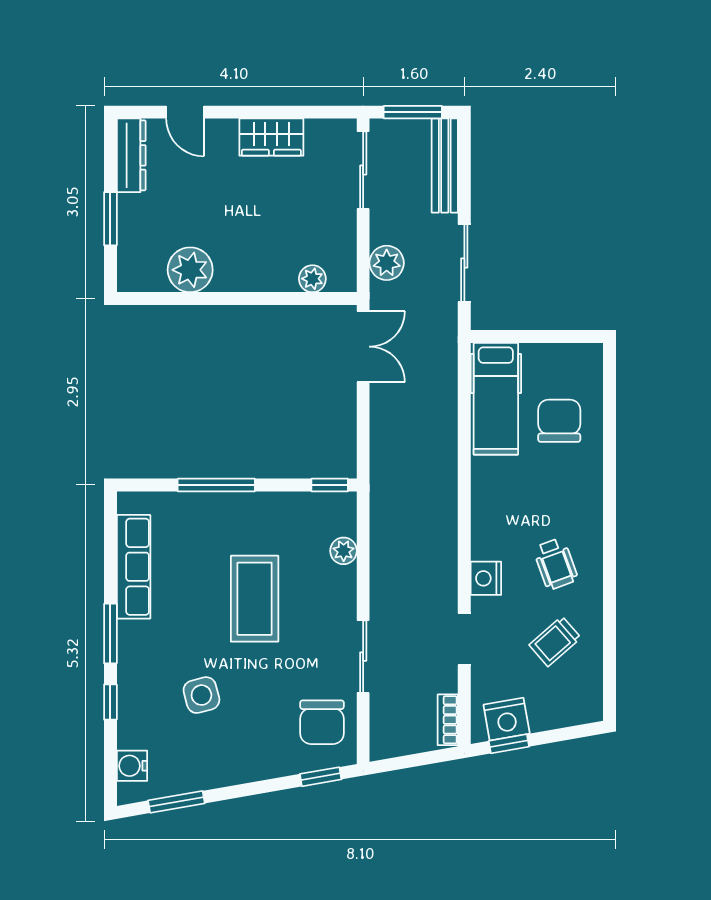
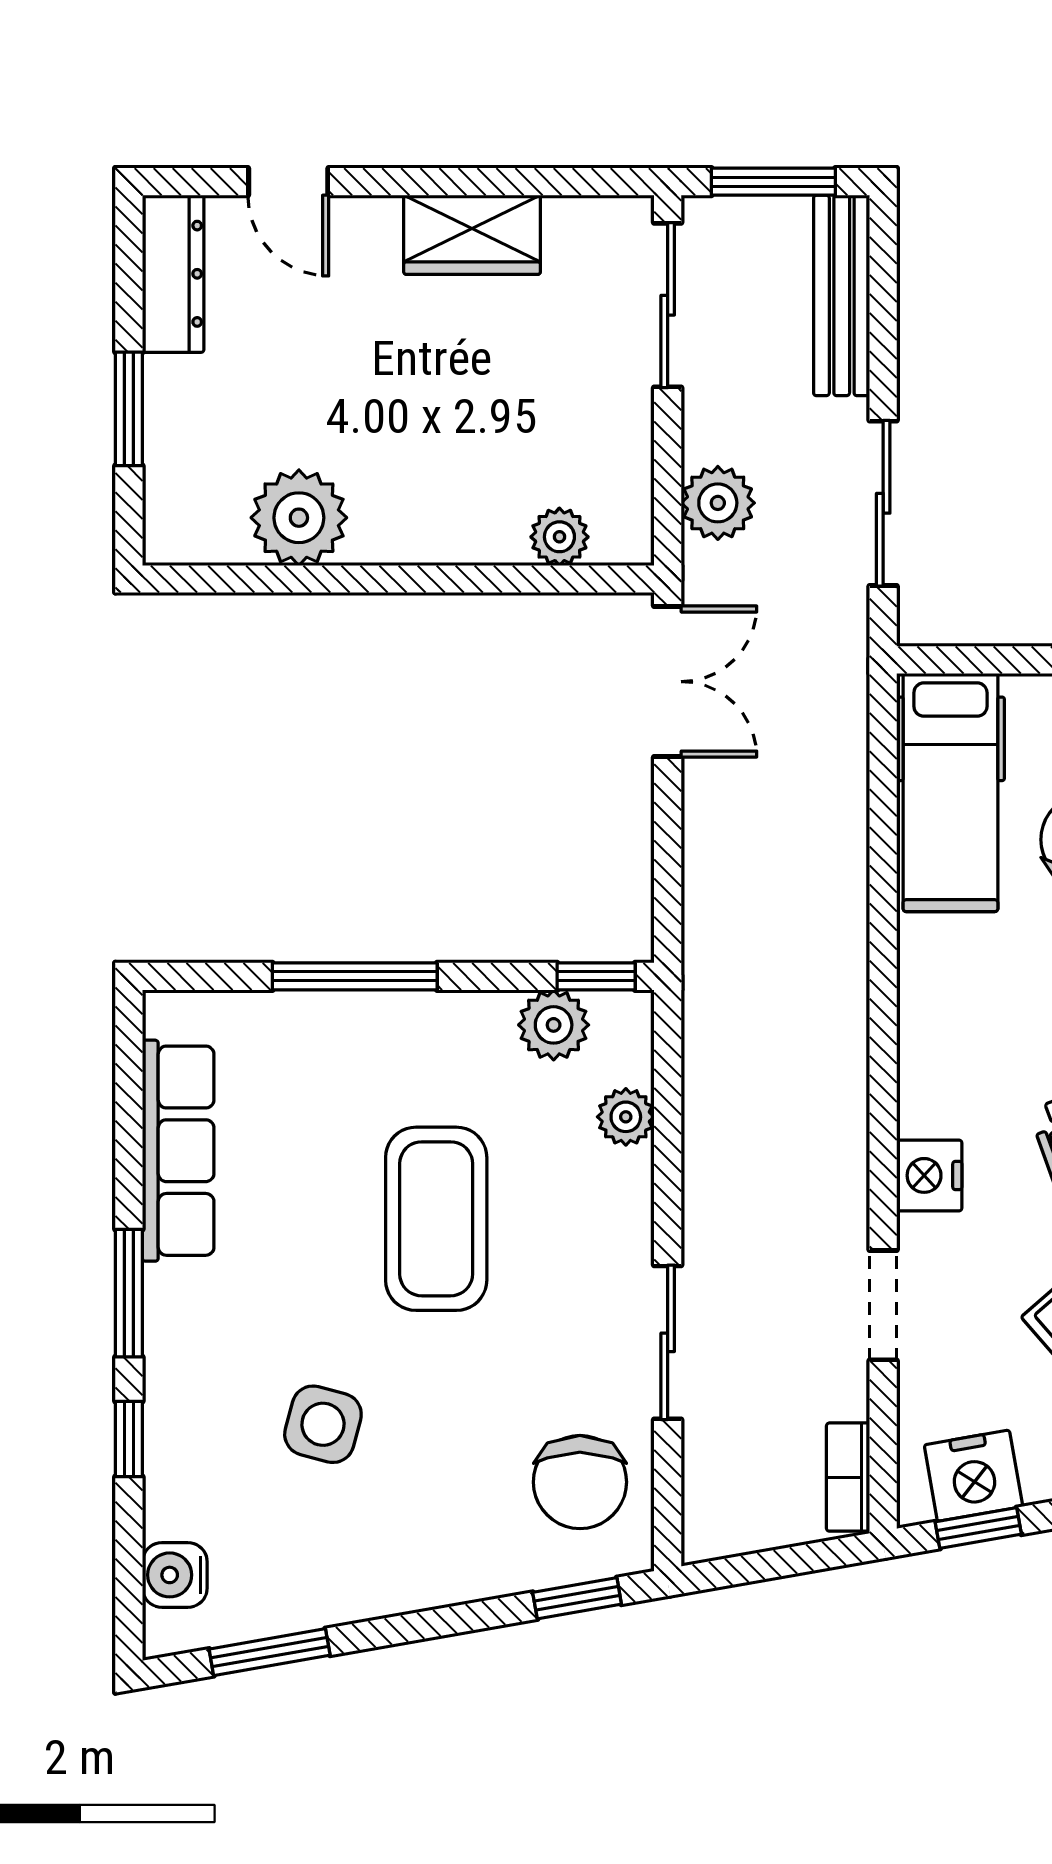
plant: (310, 508) -> (554, 1025), added
side table: (201, 695) -> (323, 1424), turned 30

